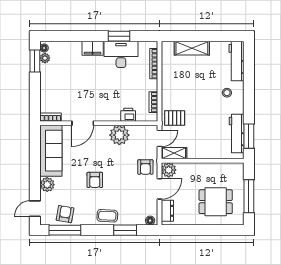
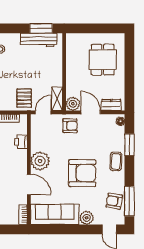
plant: (119, 135) -> (40, 161), moved
door: (159, 138) -> (43, 112), hinge flipped
armchair: (95, 180) -> (82, 173), width x1.88, depth x1.88
window: (249, 196) -> (98, 28), removed

